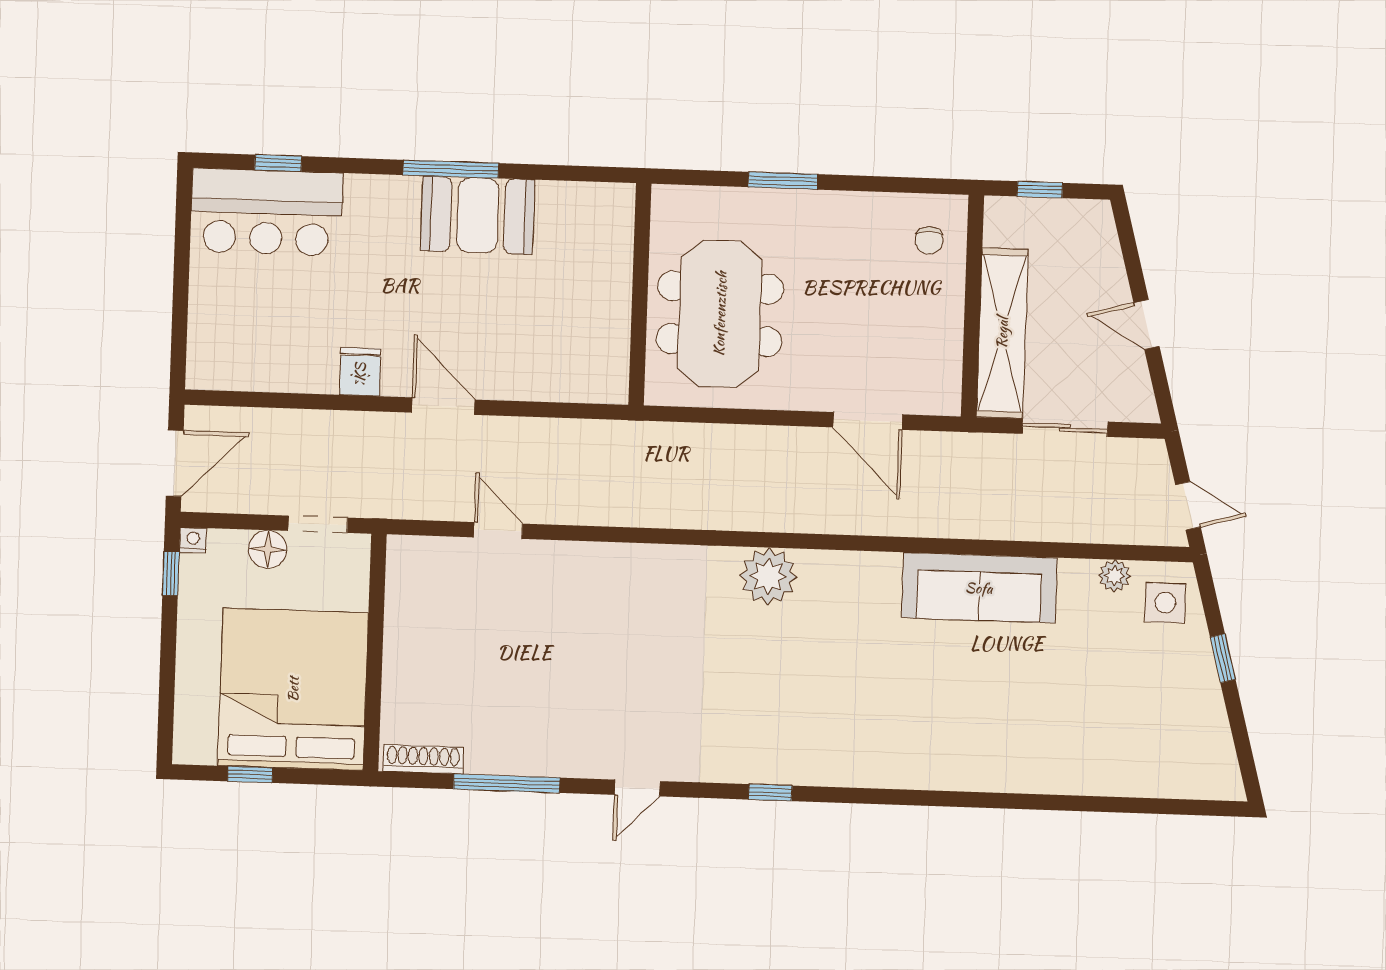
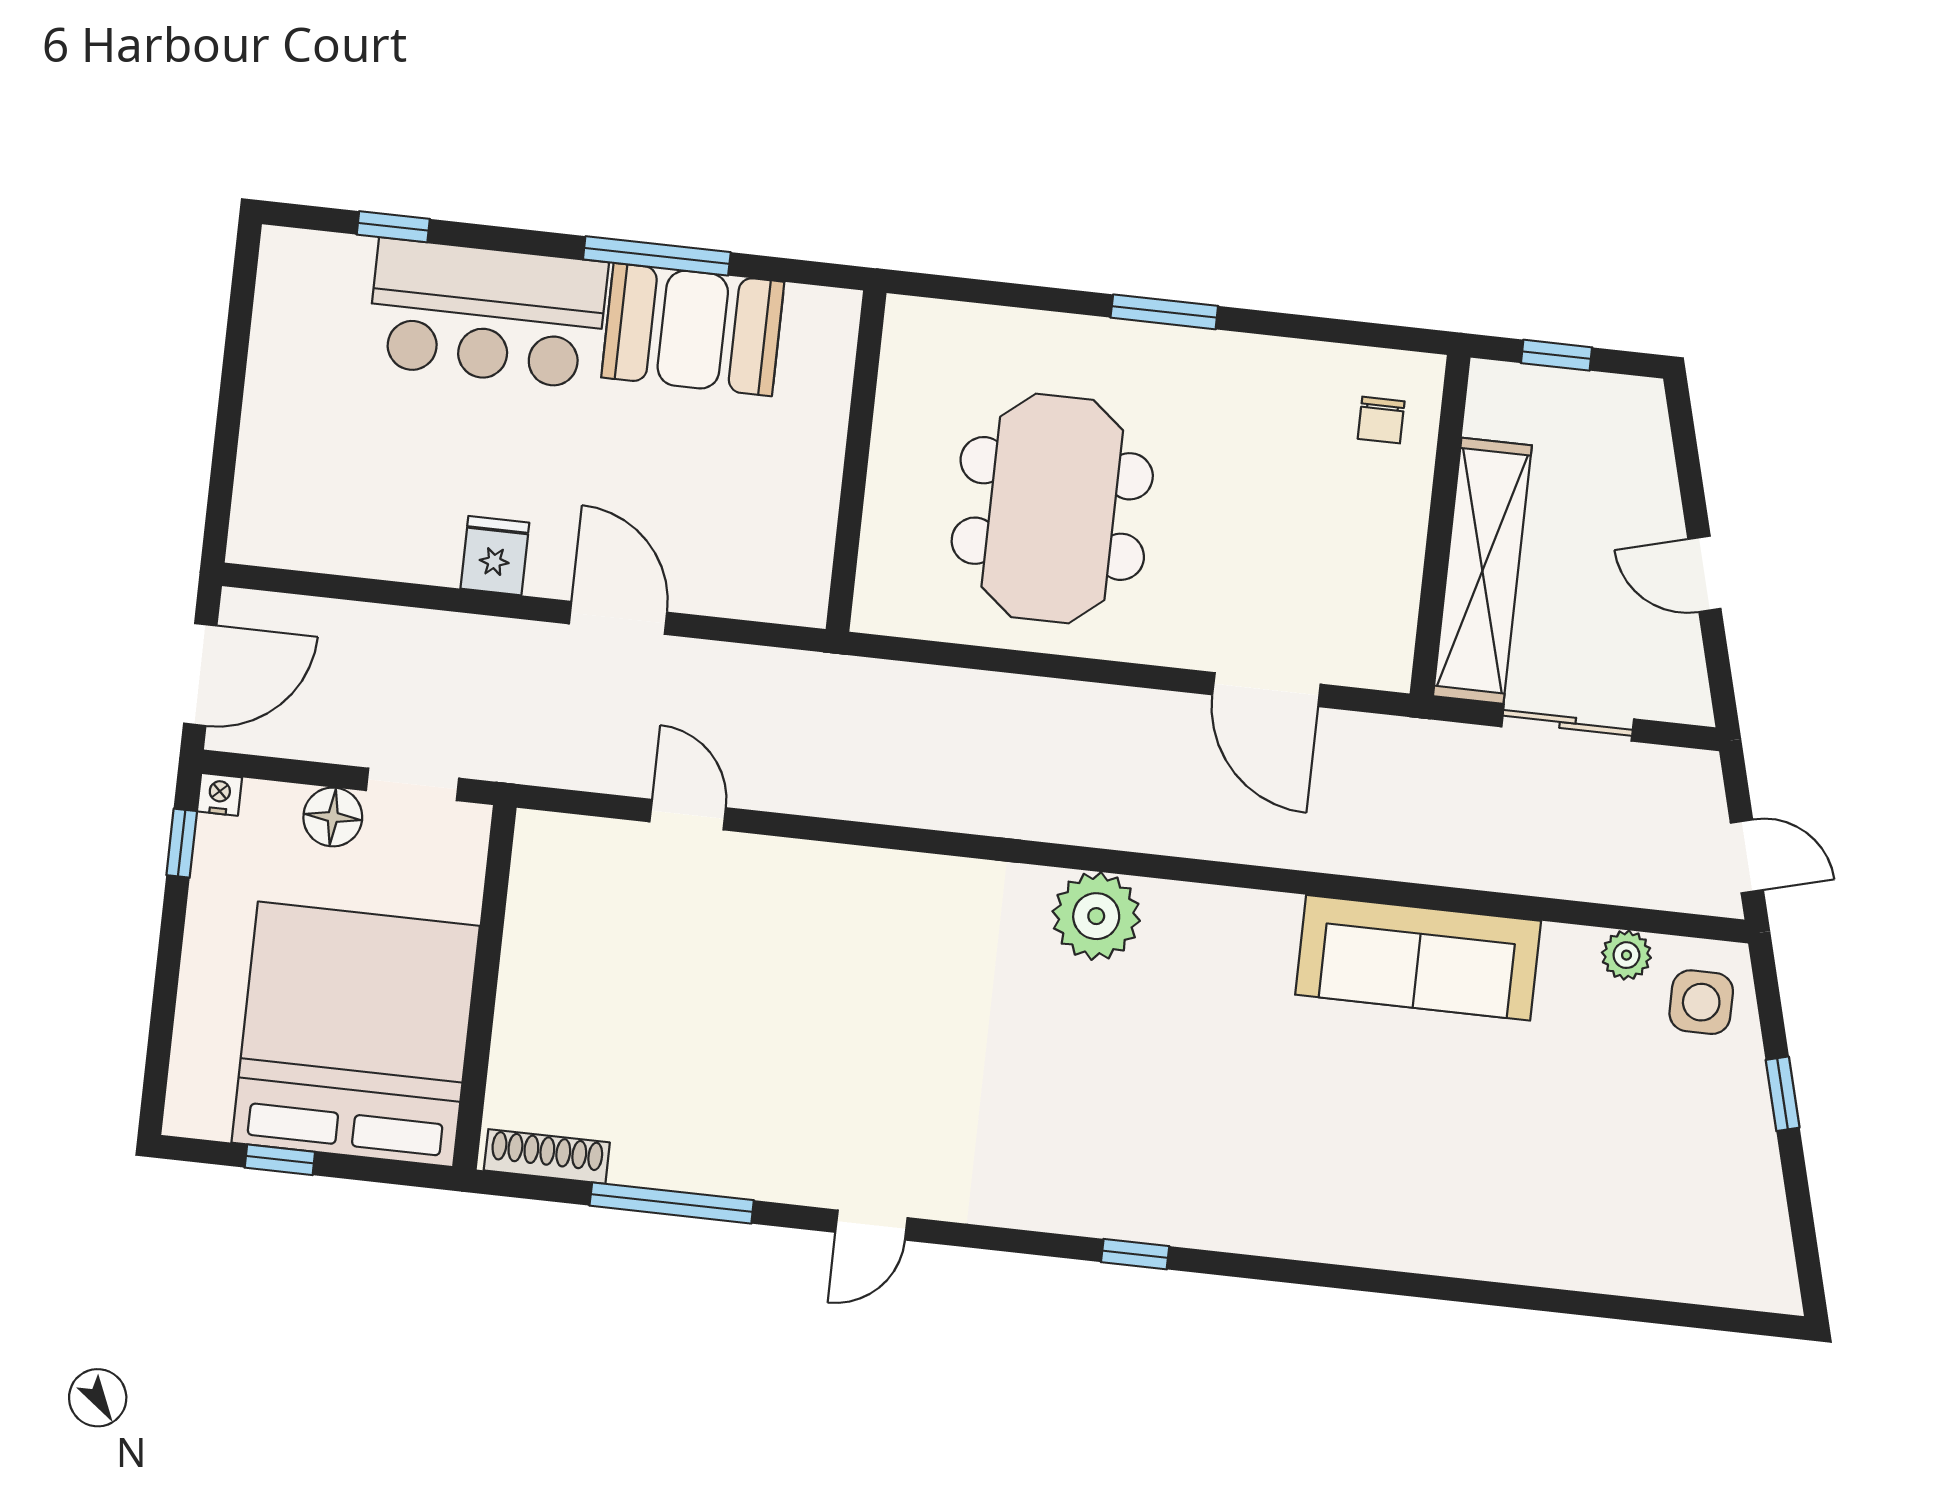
bar counter: (267, 212) -> (487, 314), moved
wall: (640, 294) -> (856, 461), moved
window: (770, 793) -> (1135, 1254), moved

